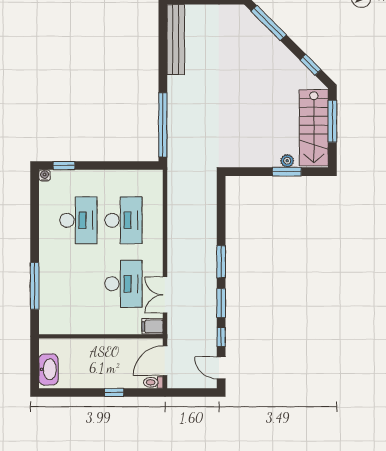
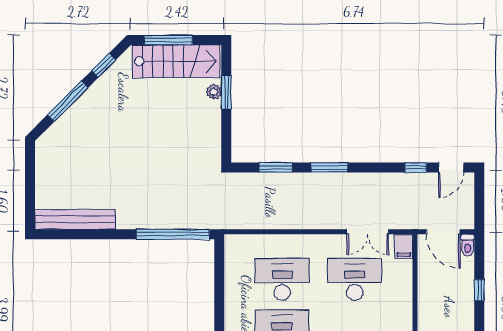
window: (269, 23) -> (68, 101), moved
window: (221, 303) -> (276, 167), moved

